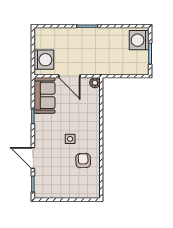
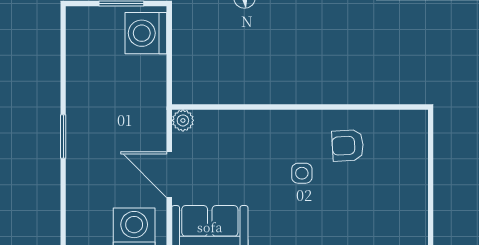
washing machine: (139, 40) -> (146, 33), moved, turned 90
door: (69, 76) -> (169, 175), swing flipped

